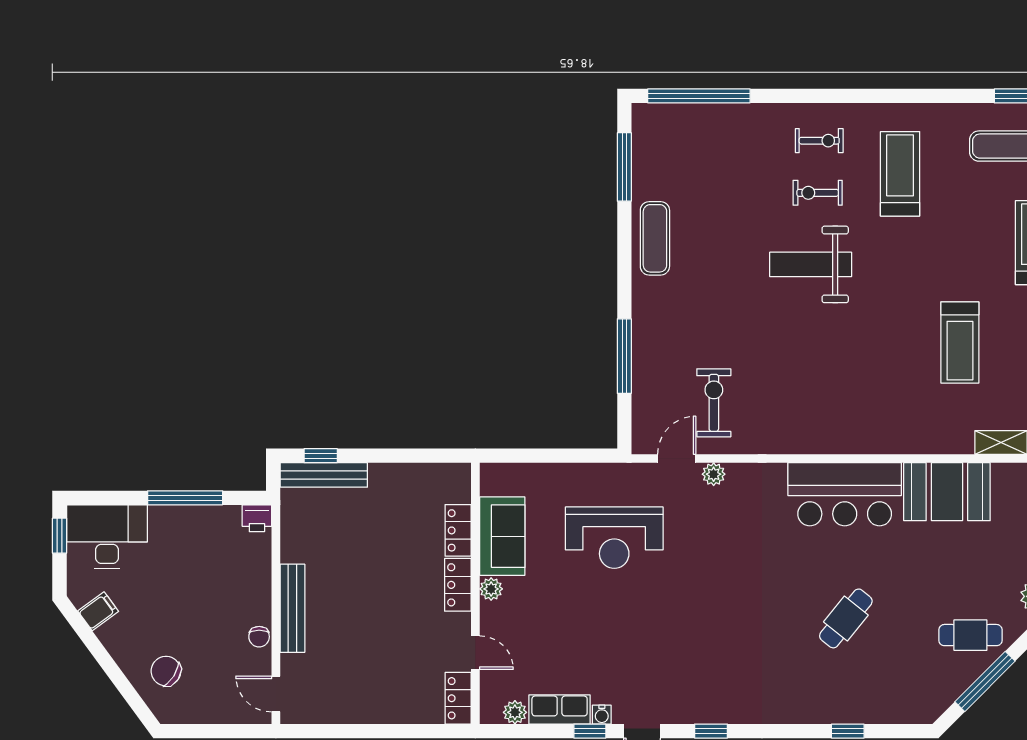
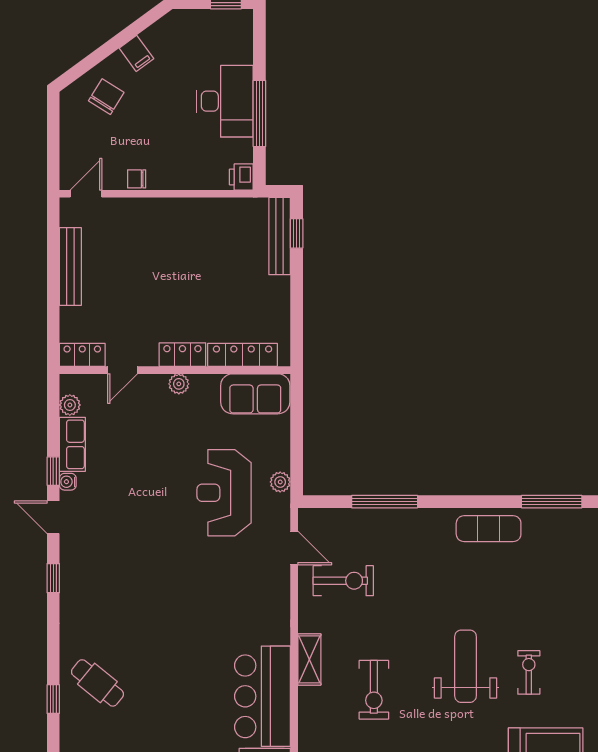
exercise bike: (819, 141) -> (374, 690), moved, width x1.38, depth x1.39
shelving: (803, 441) -> (309, 659), added
plant: (714, 474) -> (280, 482), moved
locker: (458, 530) -> (243, 355), width x1.53
sofa: (502, 536) -> (255, 394), moved
desk: (107, 537) -> (225, 101), moved
bench: (292, 608) -> (70, 266), moved, turned 90
filing cabinet: (98, 611) -> (136, 53), moved
cafe table: (846, 618) -> (97, 683), moved

